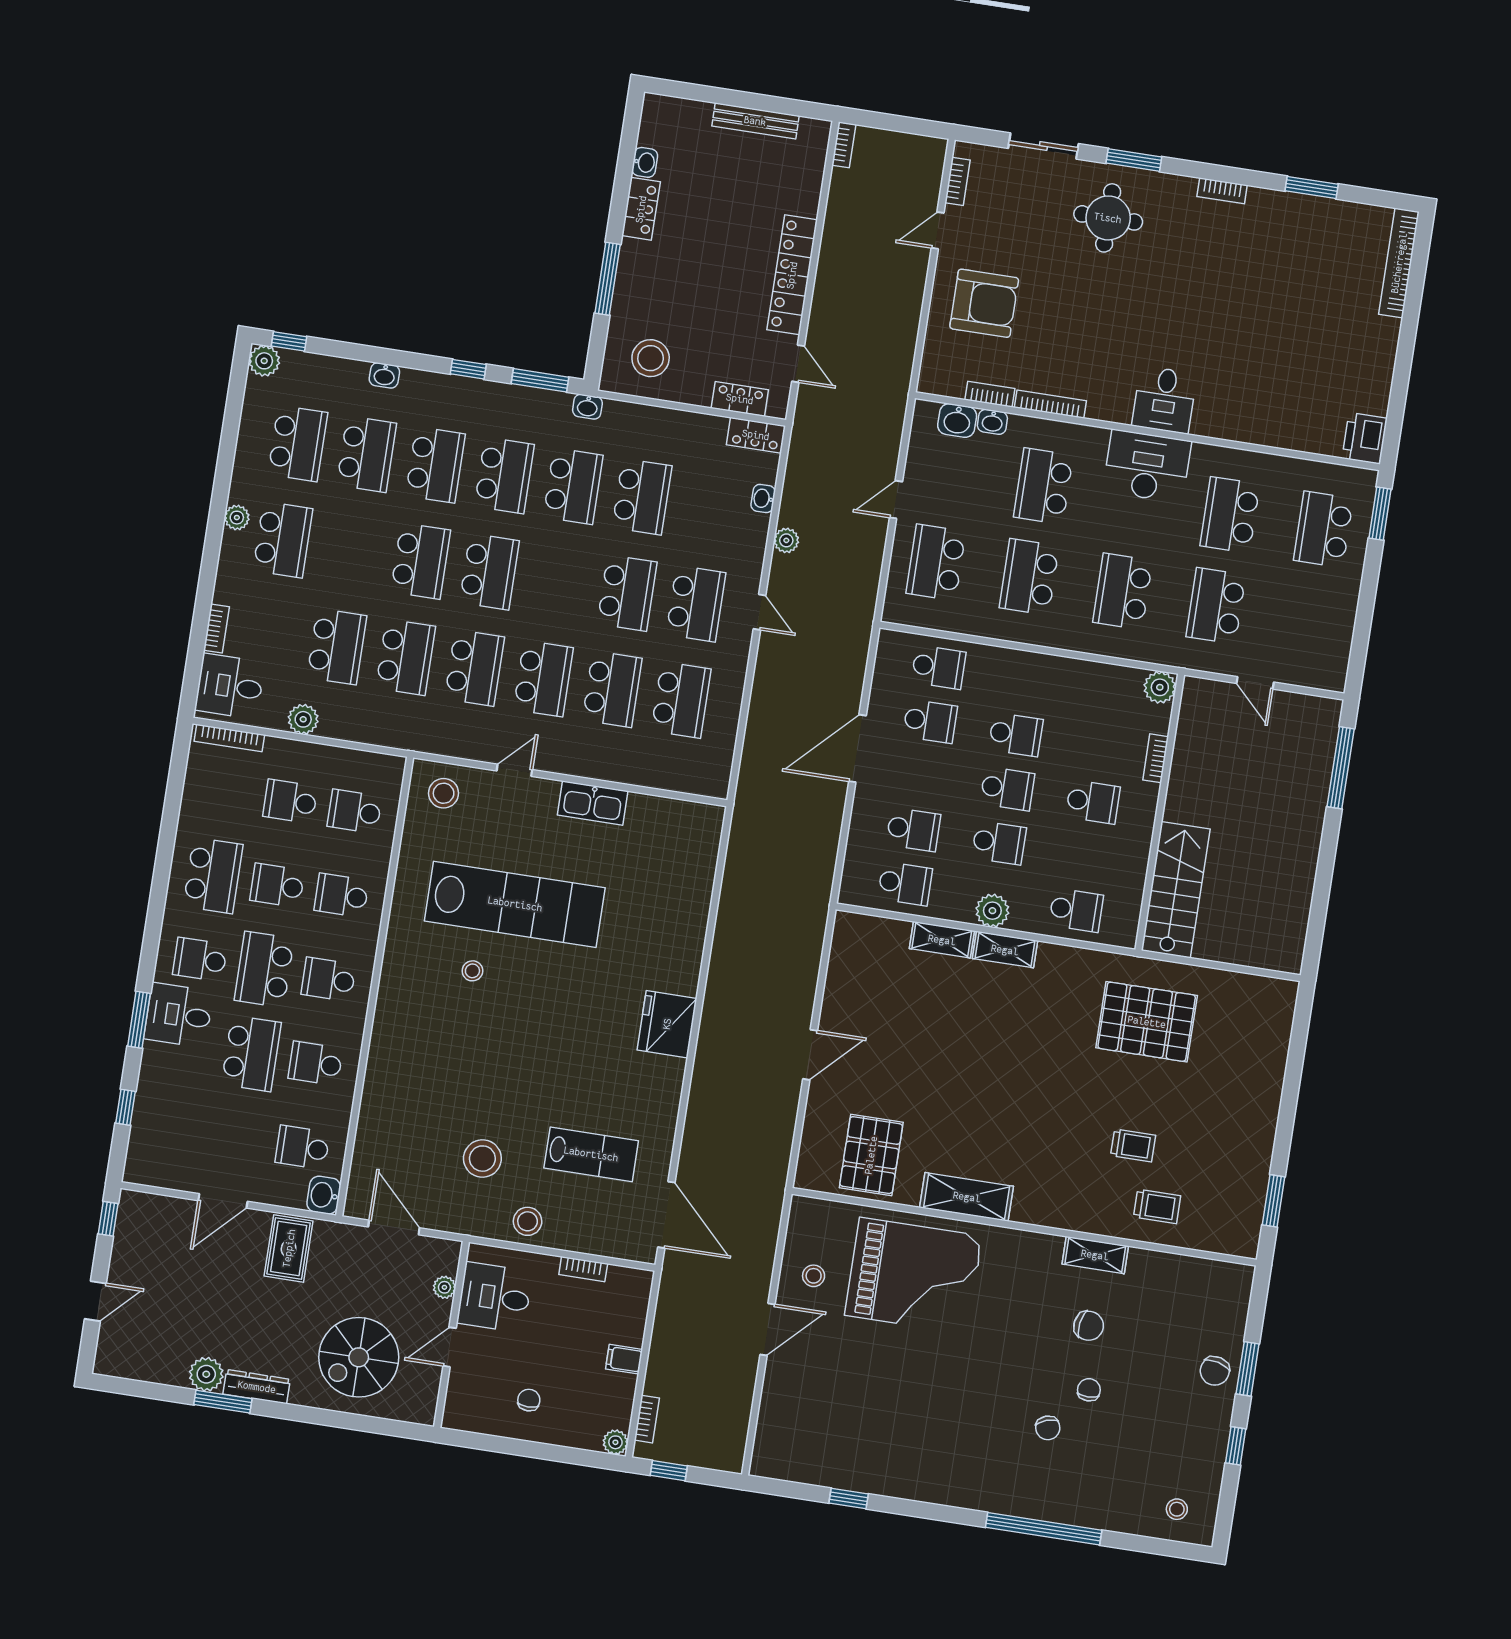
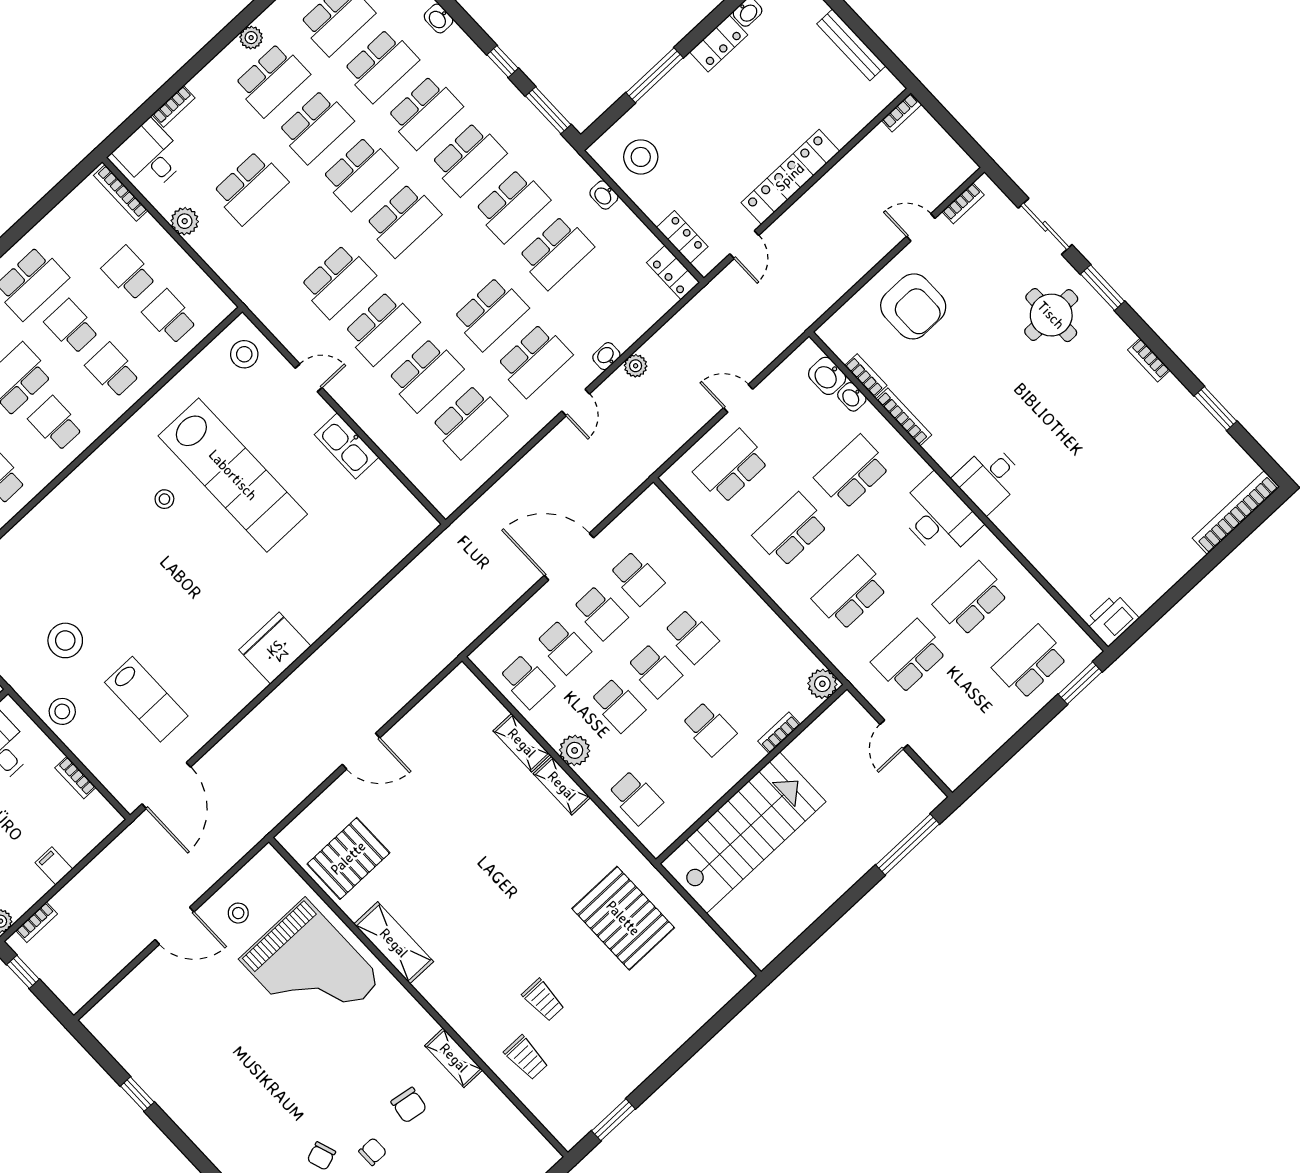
washbasin: (587, 407) -> (604, 195), moved
washbasin: (763, 499) -> (606, 356), moved
school desk: (406, 657) -> (316, 126), moved
school desk: (939, 667) -> (600, 613), moved
stairs: (1176, 890) -> (743, 833), width x1.36, depth x1.51

